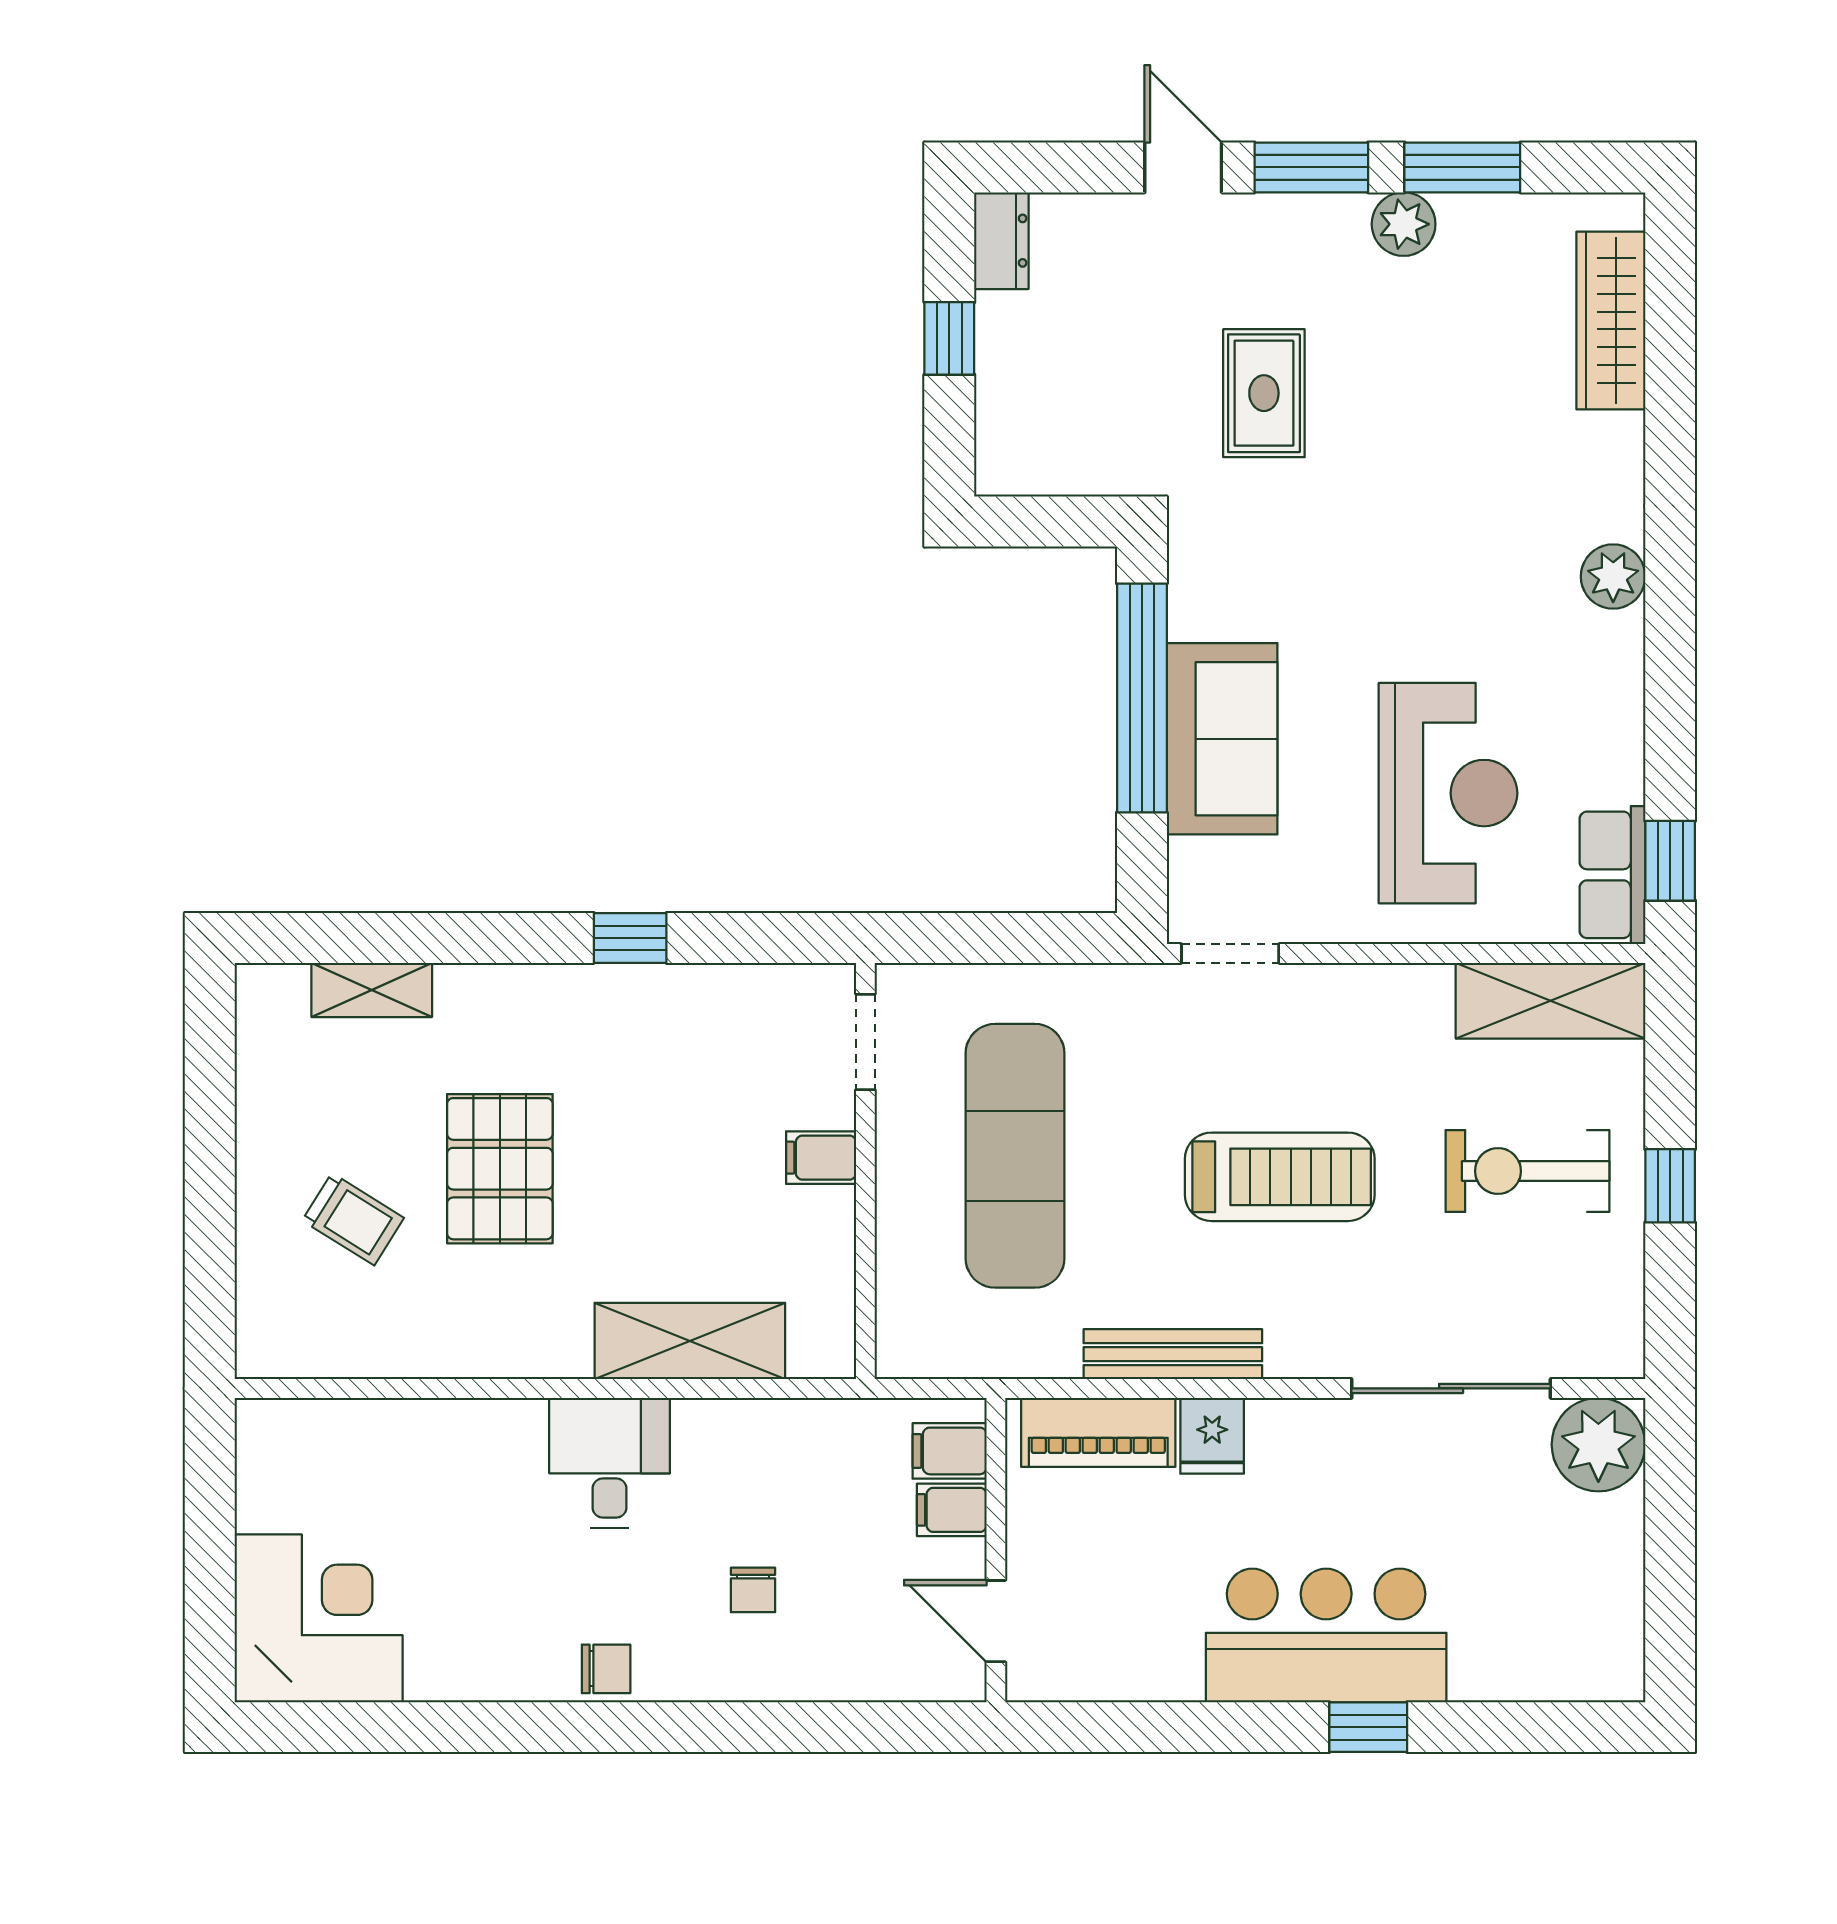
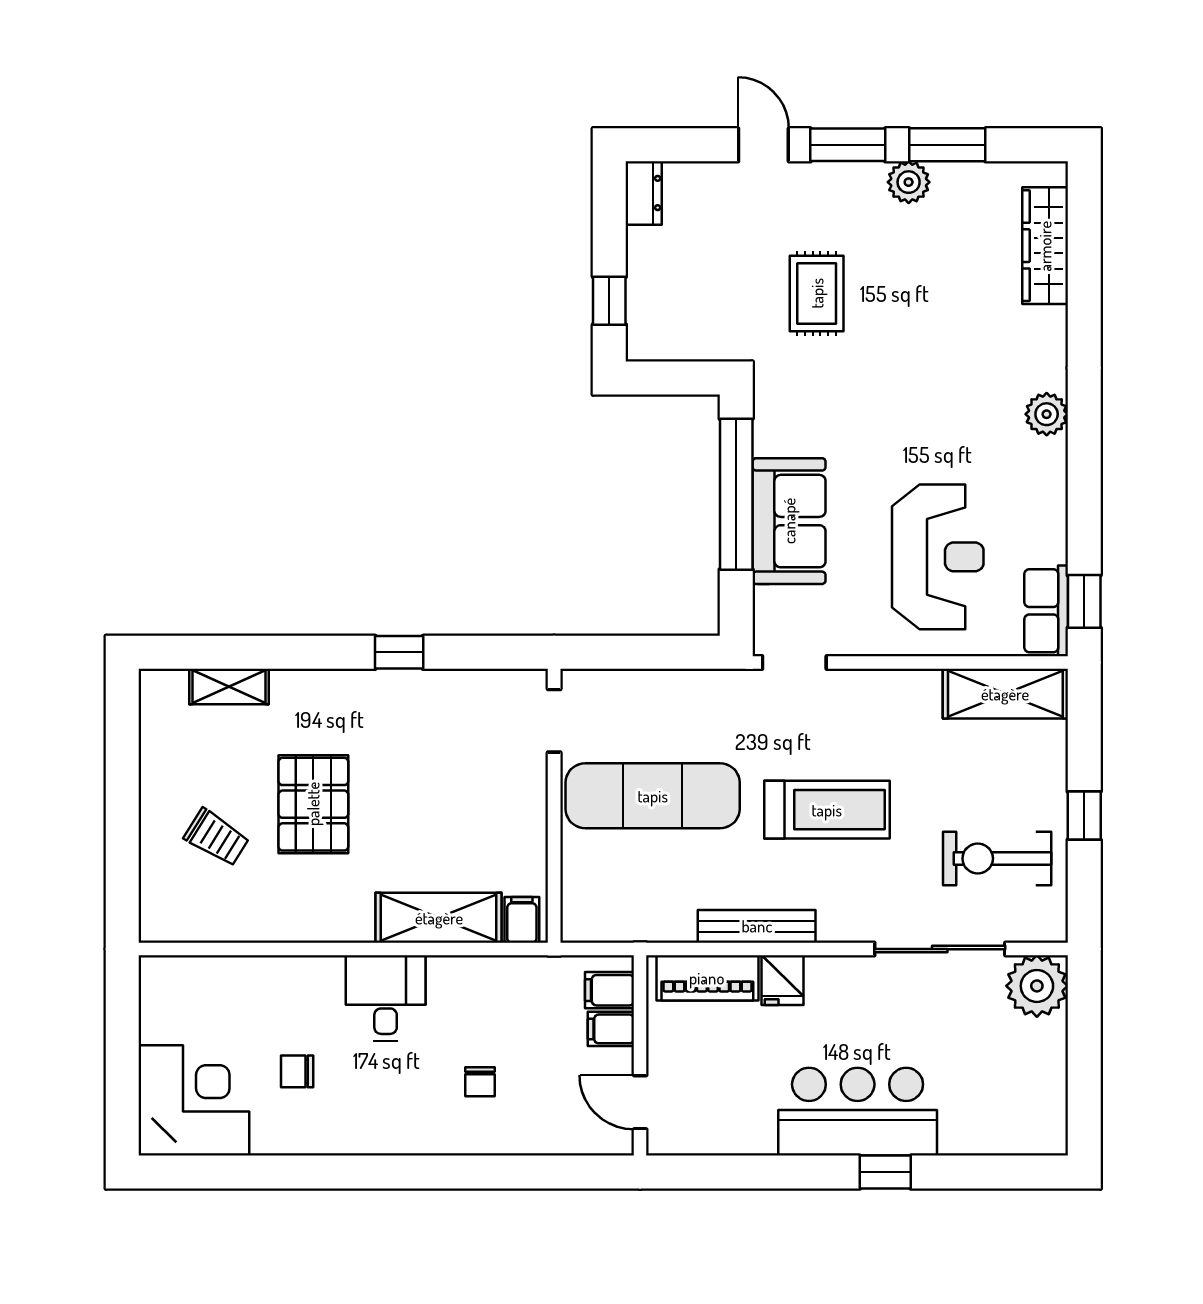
window: (949, 338) -> (609, 301), moved
exercise mat: (1015, 1156) -> (653, 796), turned 90
filing cabinet: (821, 1158) -> (522, 920), moved, turned 90
exercise bike: (1527, 1171) -> (997, 858), moved
chair: (606, 1669) -> (297, 1071), moved, turned 180

